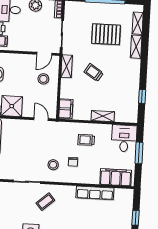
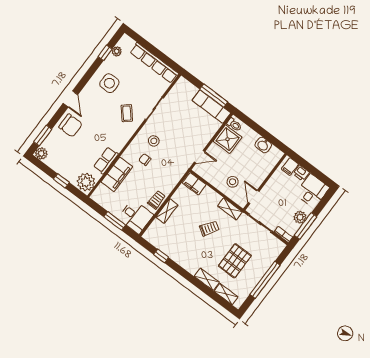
trolley: (86, 140) -> (156, 200), moved
filing cabinet: (116, 177) -> (117, 174), moved
row of seats: (95, 193) -> (106, 160), width x0.68
plant: (123, 197) -> (86, 182), added

